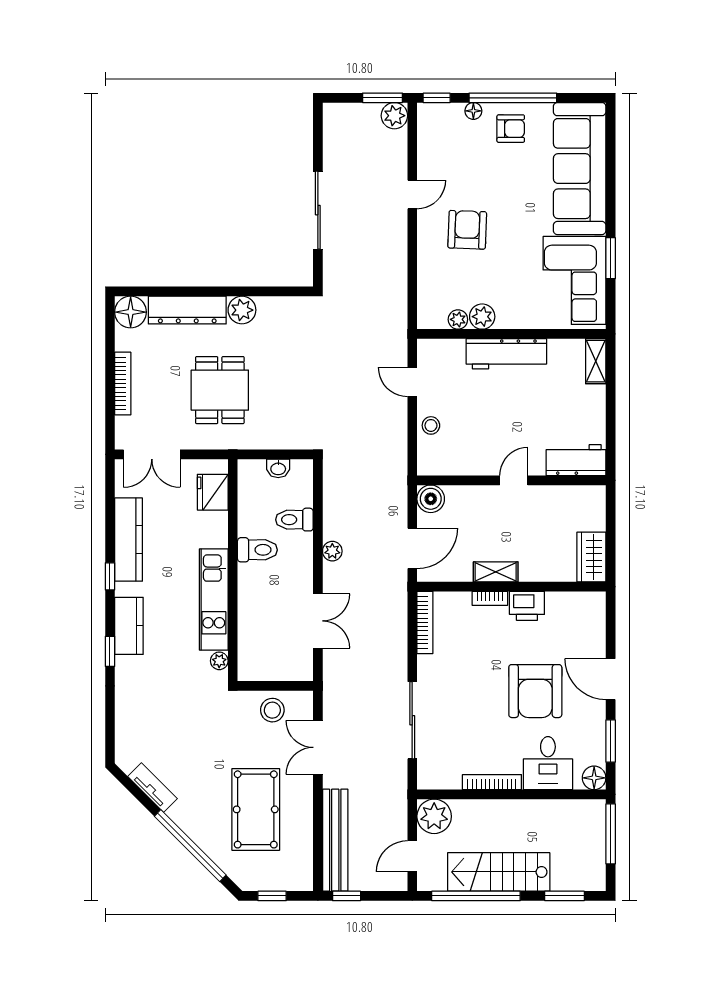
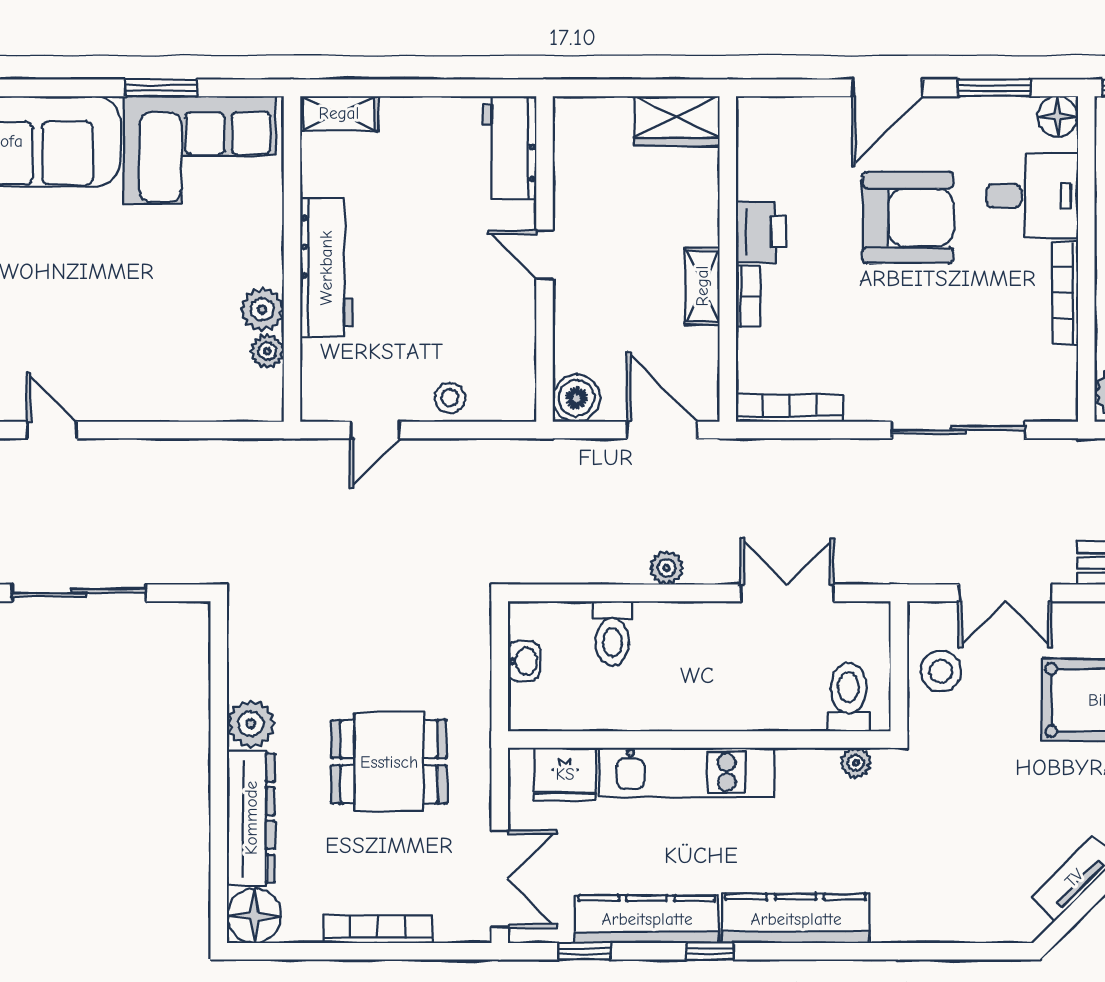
armchair: (467, 230) -> (112, 335), removed
toilet: (257, 550) -> (849, 697), moved
kitchen unit: (214, 599) -> (686, 772), moved
kitchen counter: (129, 626) -> (796, 919), width x1.50
window: (110, 651) -> (585, 951), moved

